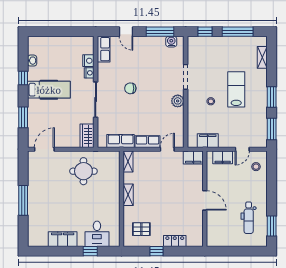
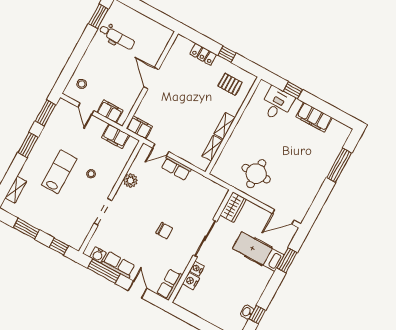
window: (238, 32) -> (26, 229), width x0.69
window: (23, 78) -> (257, 315), moved
lab bench: (236, 89) -> (59, 172), turned 180
hospital bed: (49, 90) -> (258, 252), moved
plant: (178, 101) -> (130, 180), moved
row of seats: (121, 141) -> (118, 265), moved, turned 180
door: (242, 149) -> (86, 109), swing flipped
shelving: (128, 162) -> (212, 148), moved
window: (23, 200) -> (339, 165), moved
dental chair: (249, 218) -> (117, 37), turned 90

